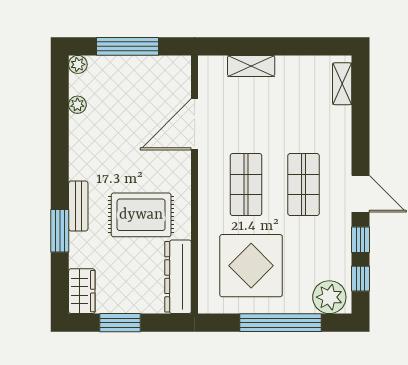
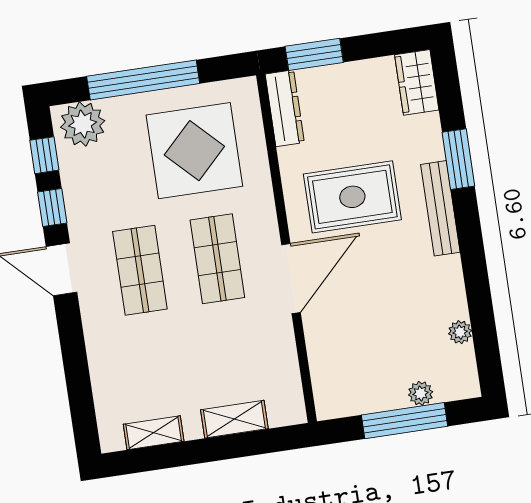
plant: (78, 64) -> (421, 393), moved
shelving: (342, 84) -> (154, 433), moved, turned 90
door: (195, 124) -> (291, 279), moved
bench: (78, 206) -> (440, 208), width x1.36
dresser: (178, 277) -> (285, 108), width x0.73, depth x0.80
window: (120, 323) -> (314, 54), moved

